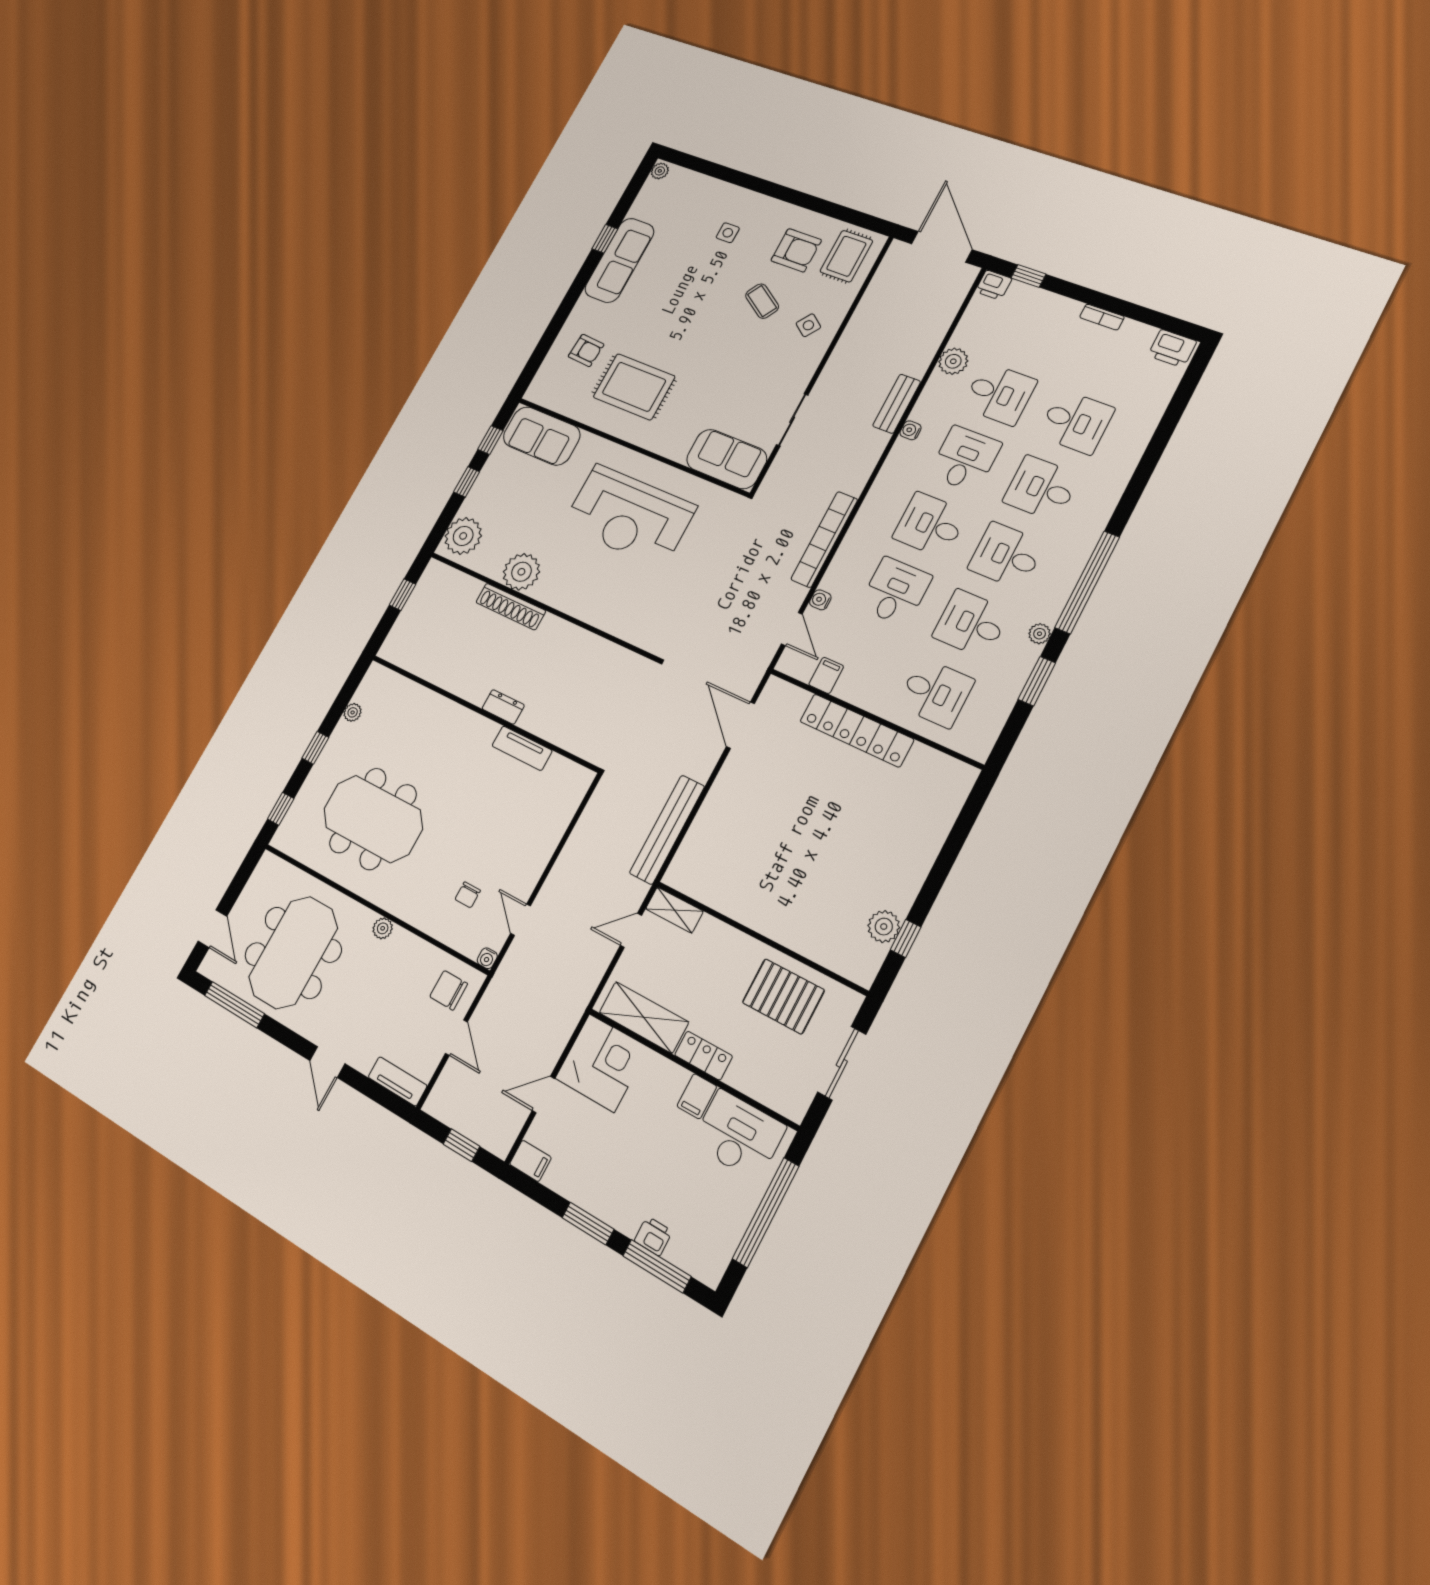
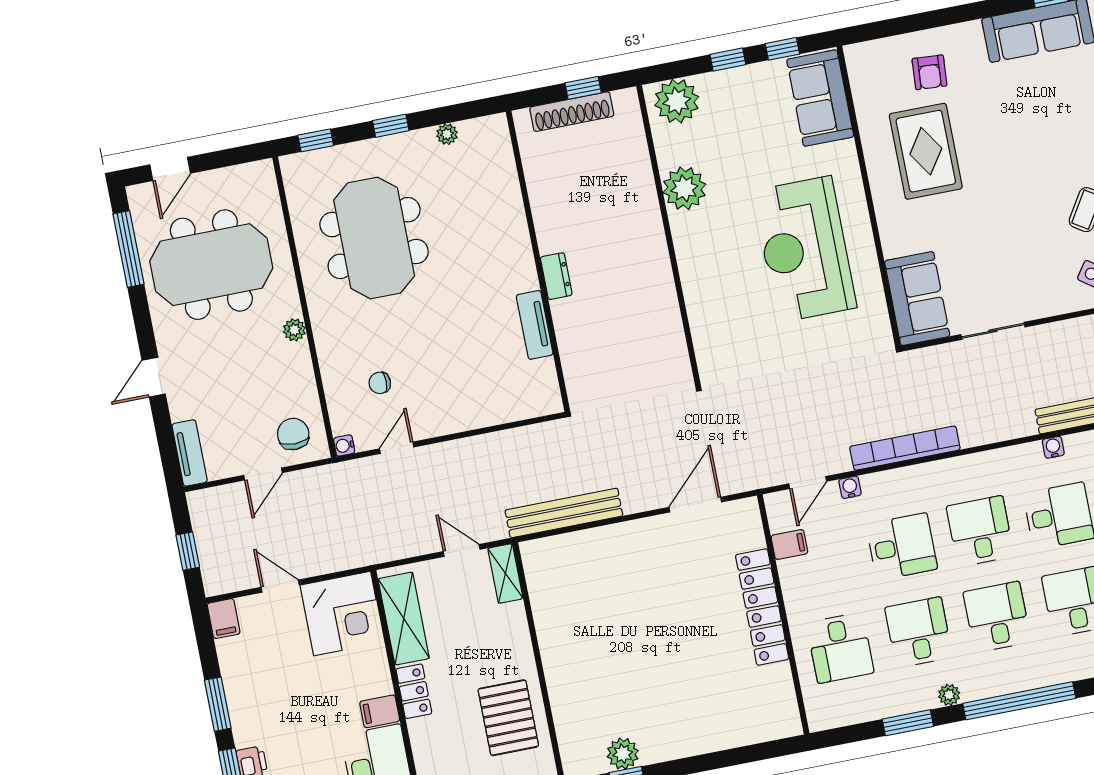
shoe rack: (511, 607) -> (572, 112), moved, turned -90

